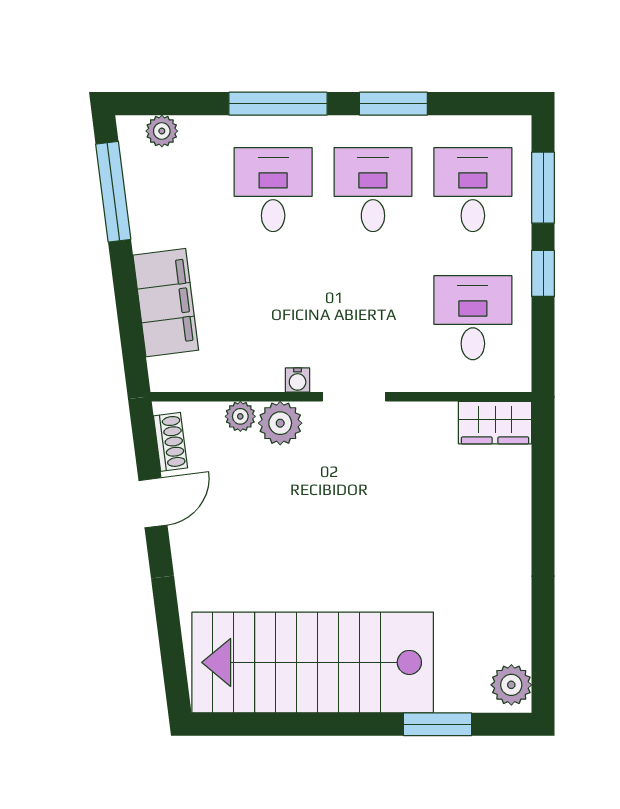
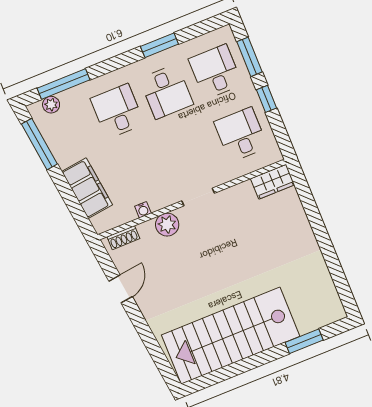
window: (278, 104) -> (64, 84), moved
desk: (373, 190) -> (166, 92), turned 180
water cooler: (298, 380) -> (143, 210), moved
plant: (240, 416) -> (146, 229), removed
shoe rack: (170, 442) -> (123, 238), moved, turned 97
plant: (511, 685) -> (333, 307), removed

